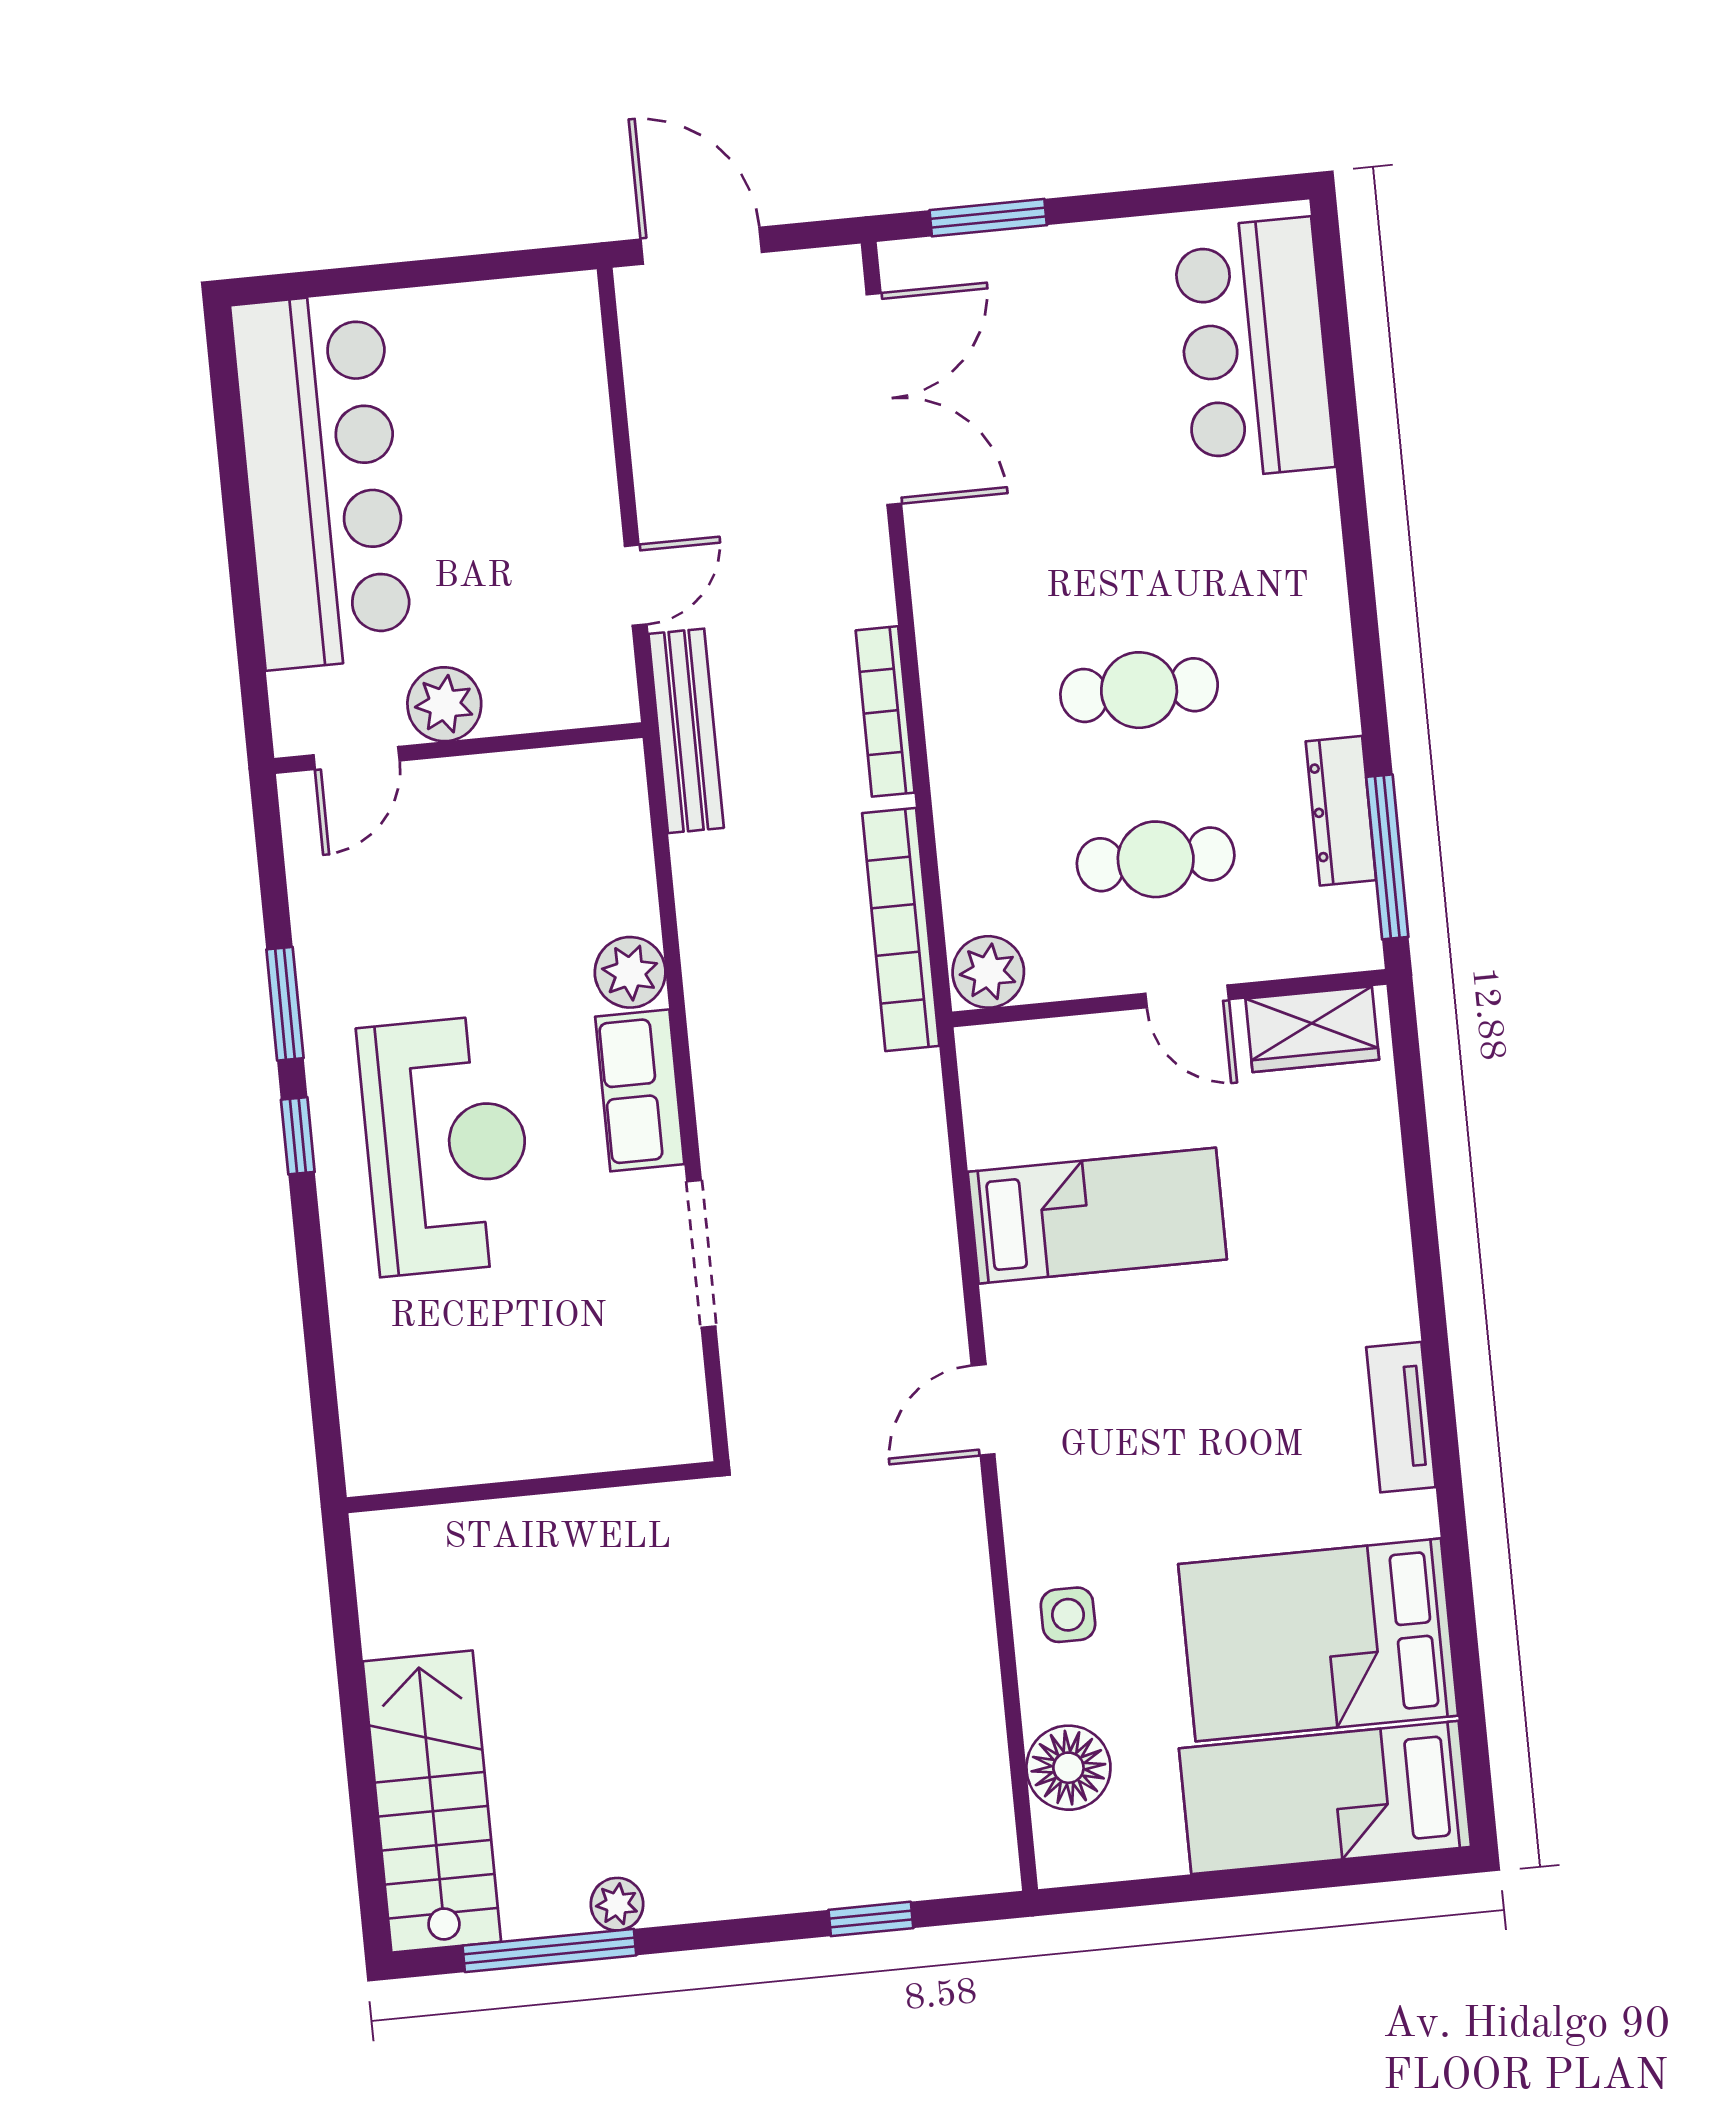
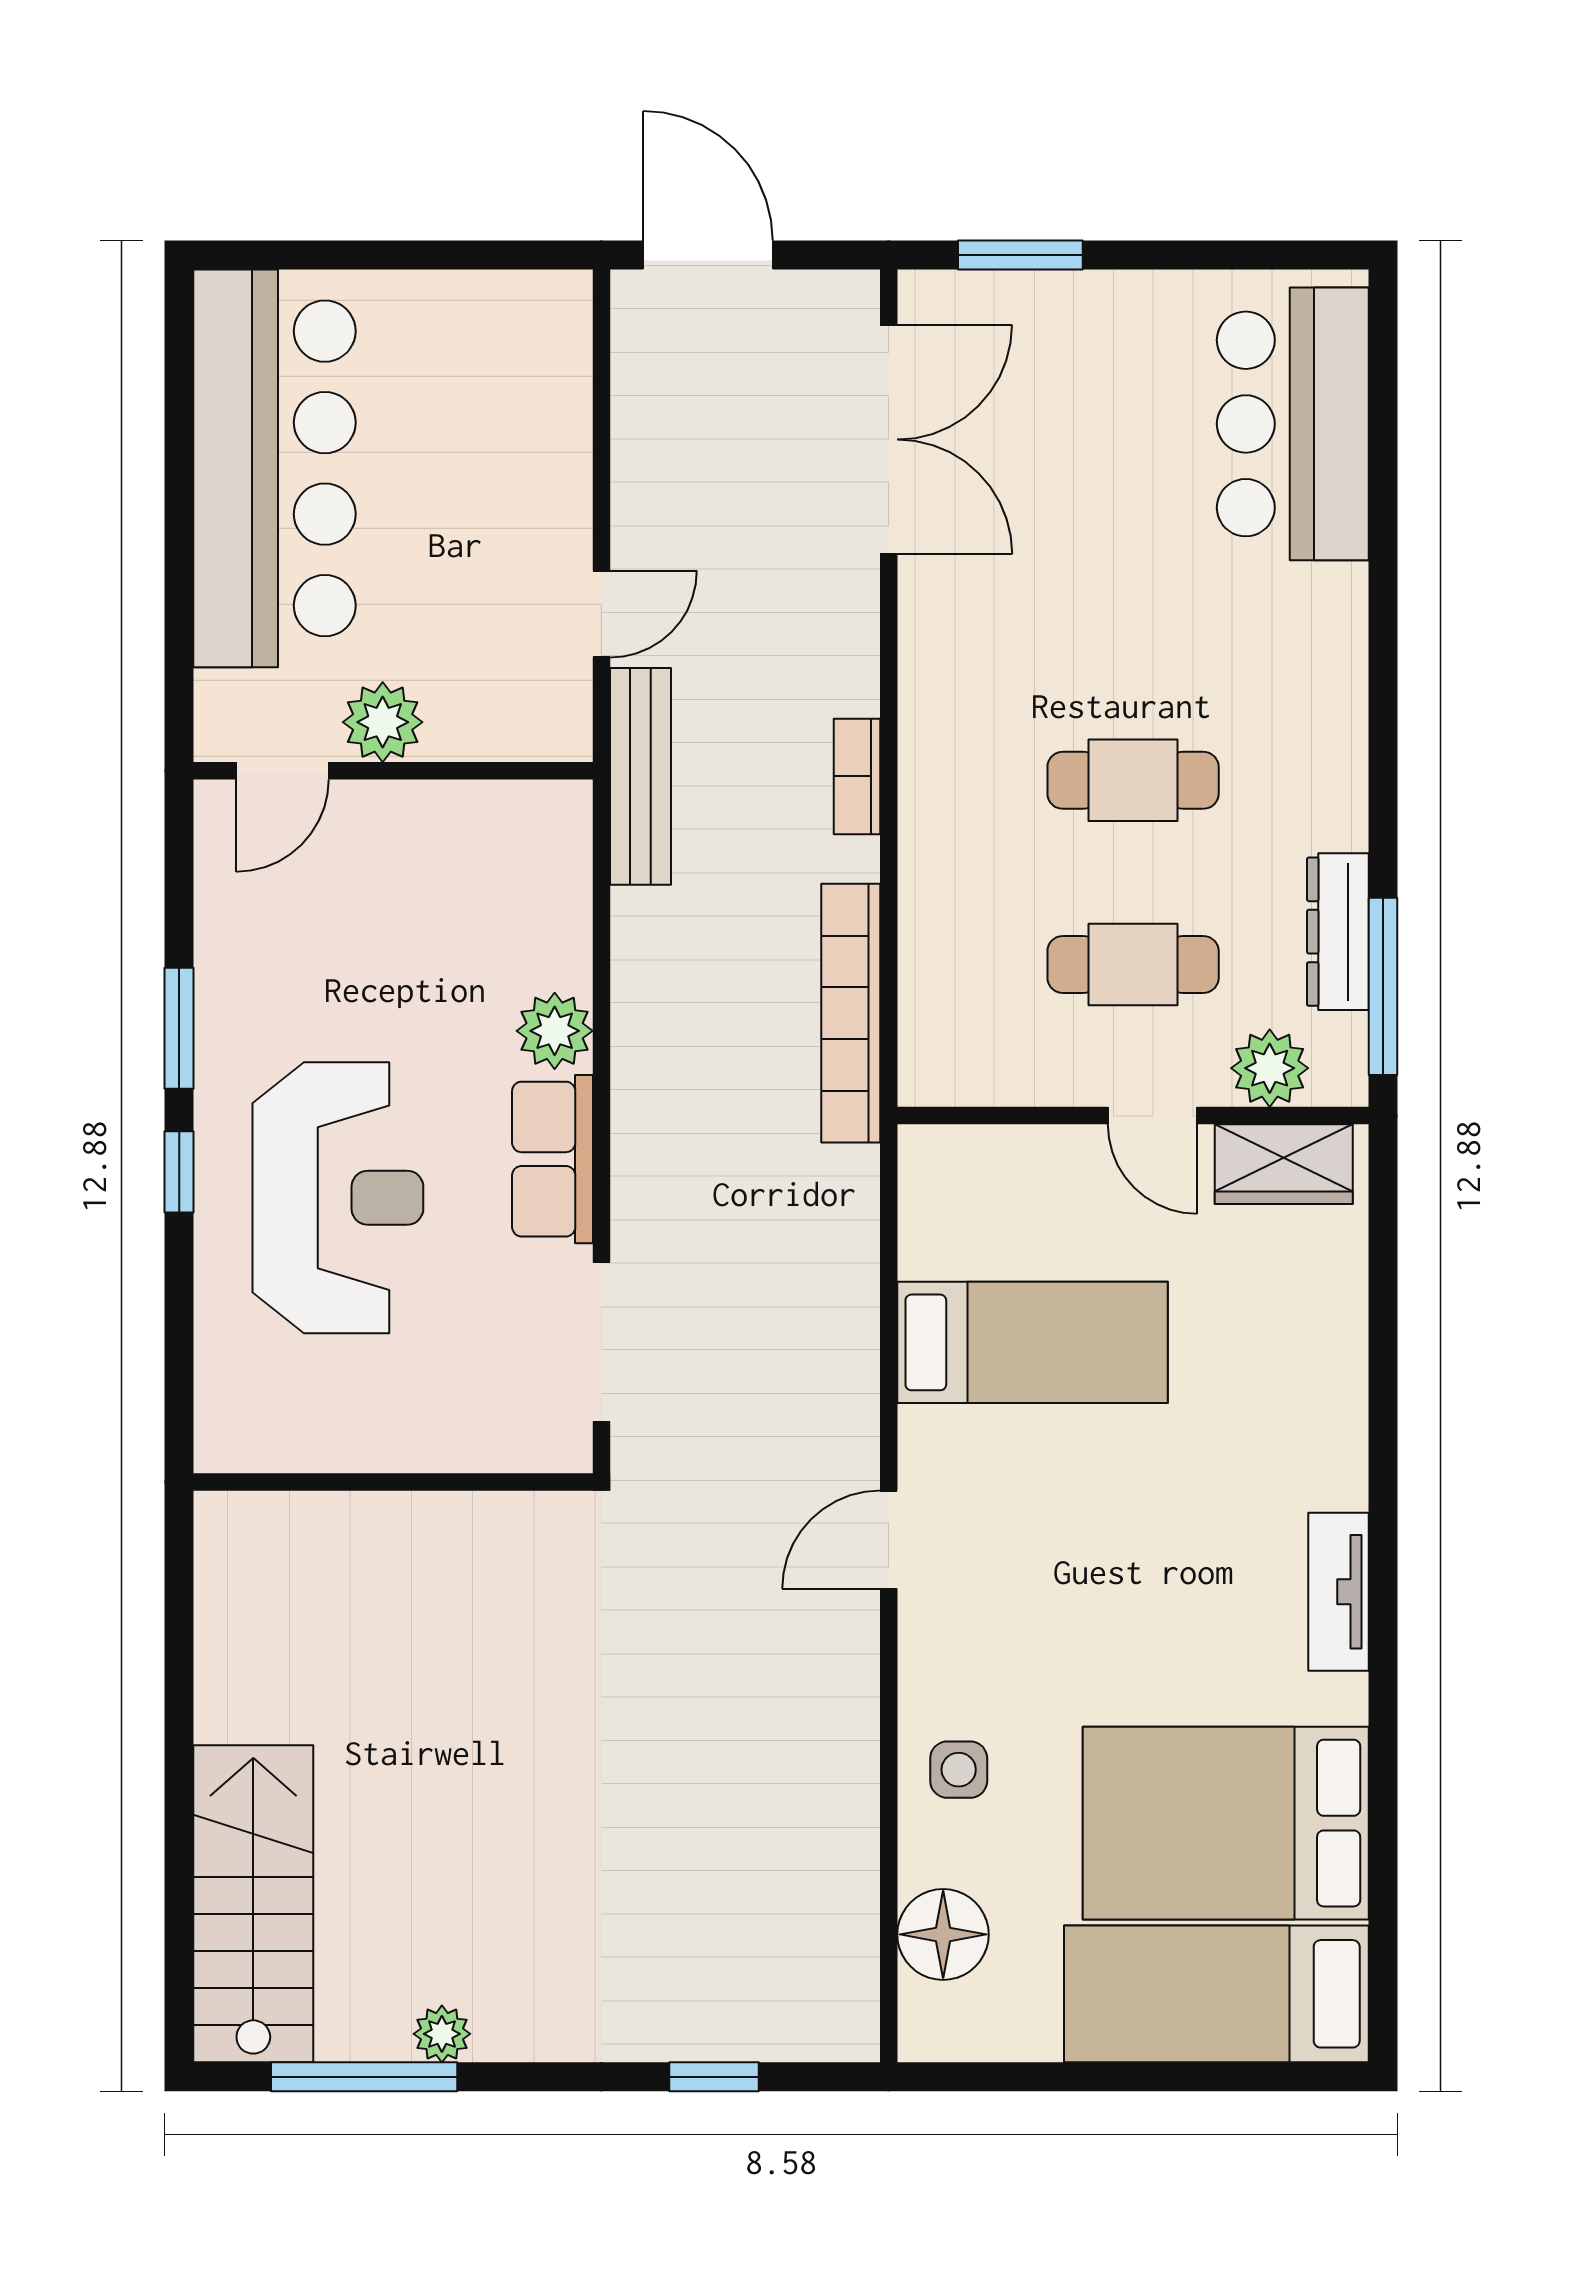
bookcase: (885, 711) -> (857, 776), width x0.64
plant: (988, 972) -> (1270, 1068), moved
wall: (531, 1487) -> (393, 1482), moved

